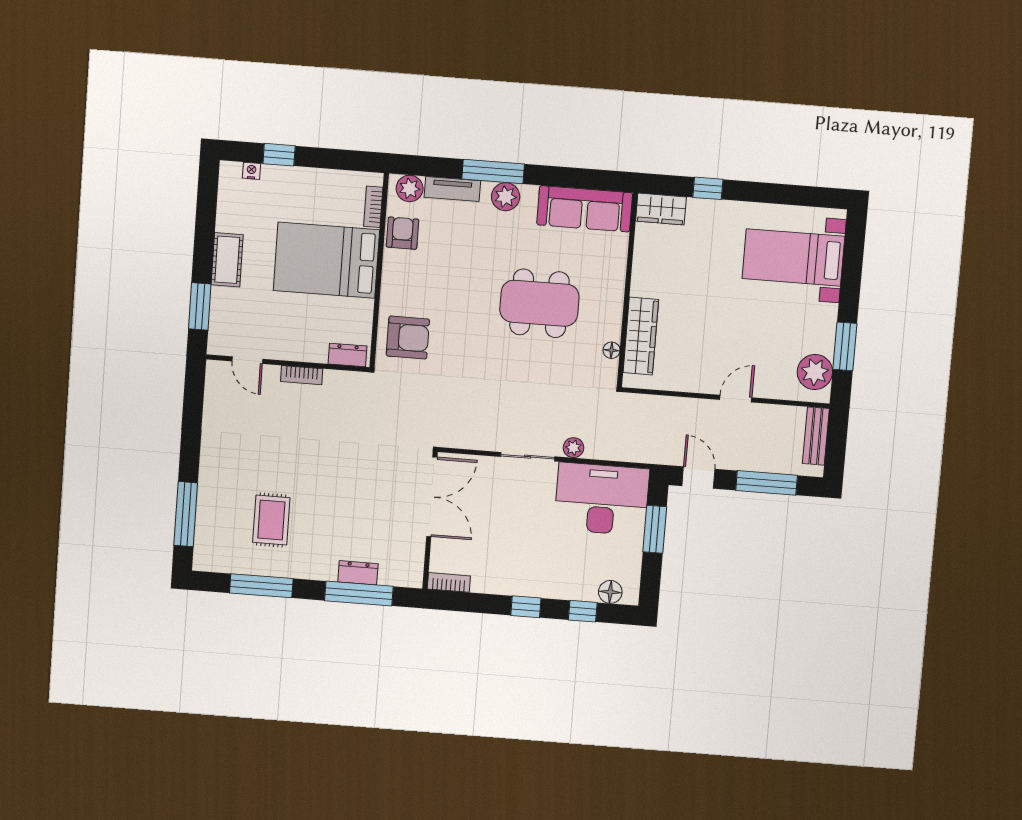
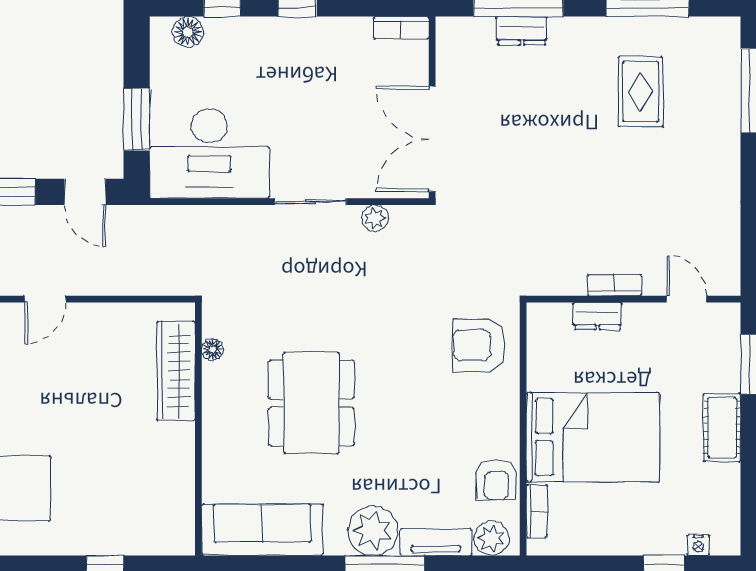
plant: (506, 197) -> (373, 531), width x1.36, depth x1.36
wardrobe: (661, 209) -> (163, 537), removed
dining table: (539, 303) -> (311, 403), turned 90
dresser: (347, 355) -> (597, 316), moved
plant: (573, 448) -> (375, 218), moved

